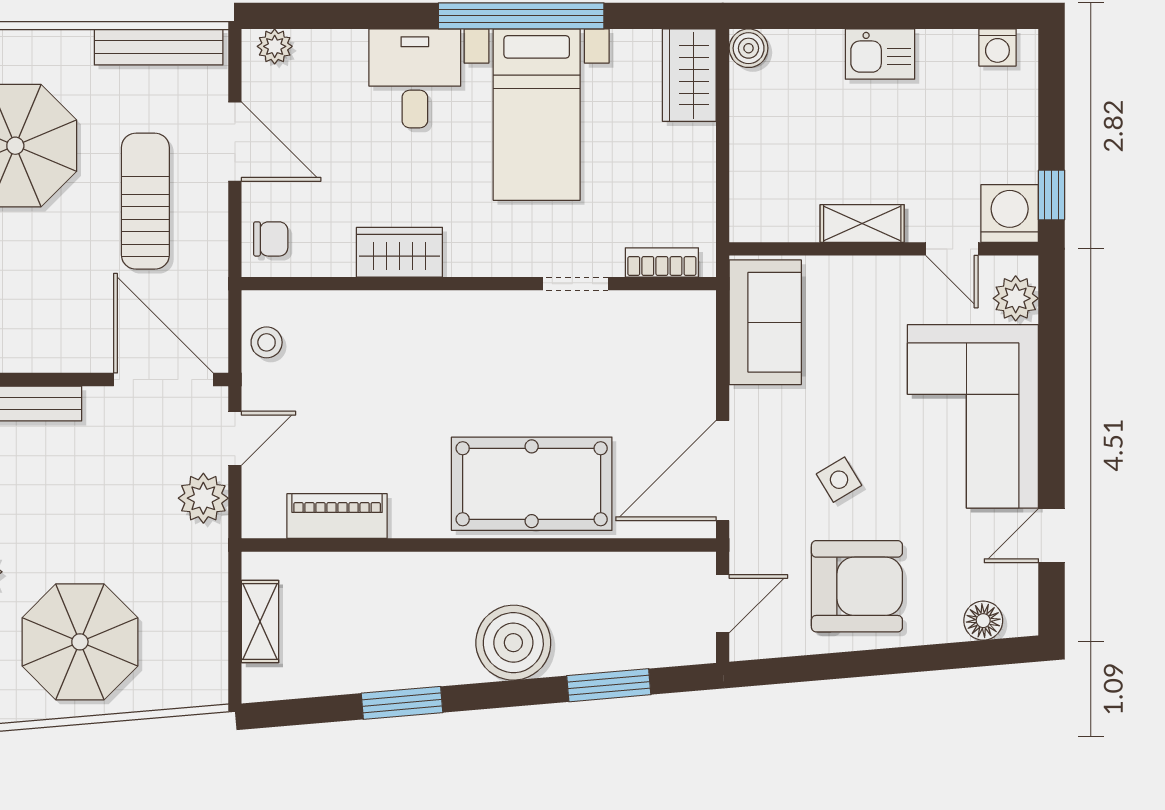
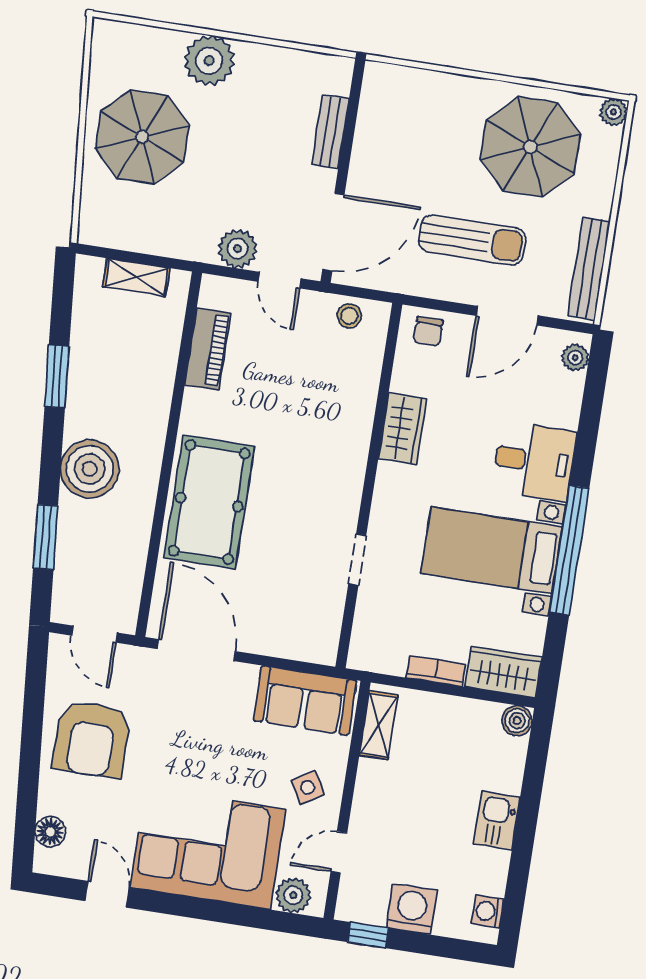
washing machine: (1010, 213) -> (412, 909), moved, turned -90
shelving: (862, 223) -> (379, 725), moved
bookcase: (662, 262) -> (436, 671), moved, turned -90
side table: (839, 480) -> (308, 788), moved

